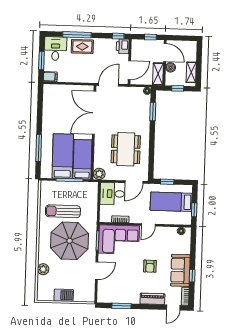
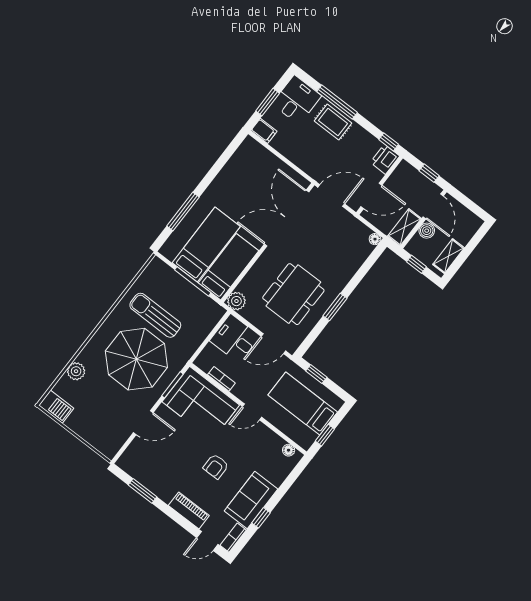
window: (153, 112) -> (335, 307), moved
barbecue: (64, 295) -> (56, 407), moved

